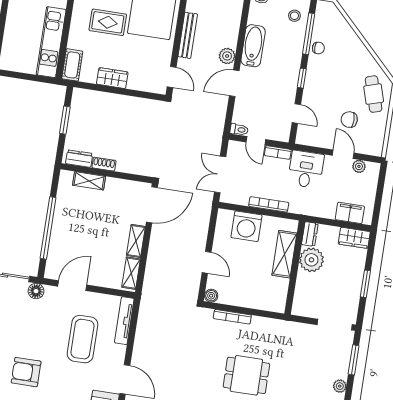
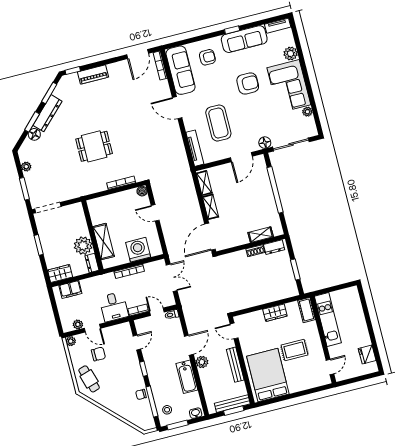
door: (296, 114) -> (137, 343), swing flipped
plant: (376, 150) -> (71, 341), added

